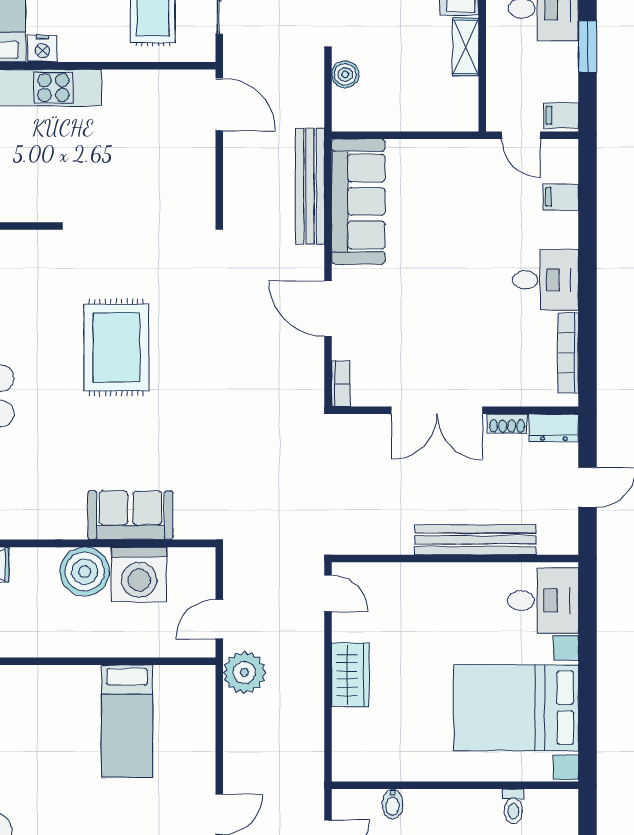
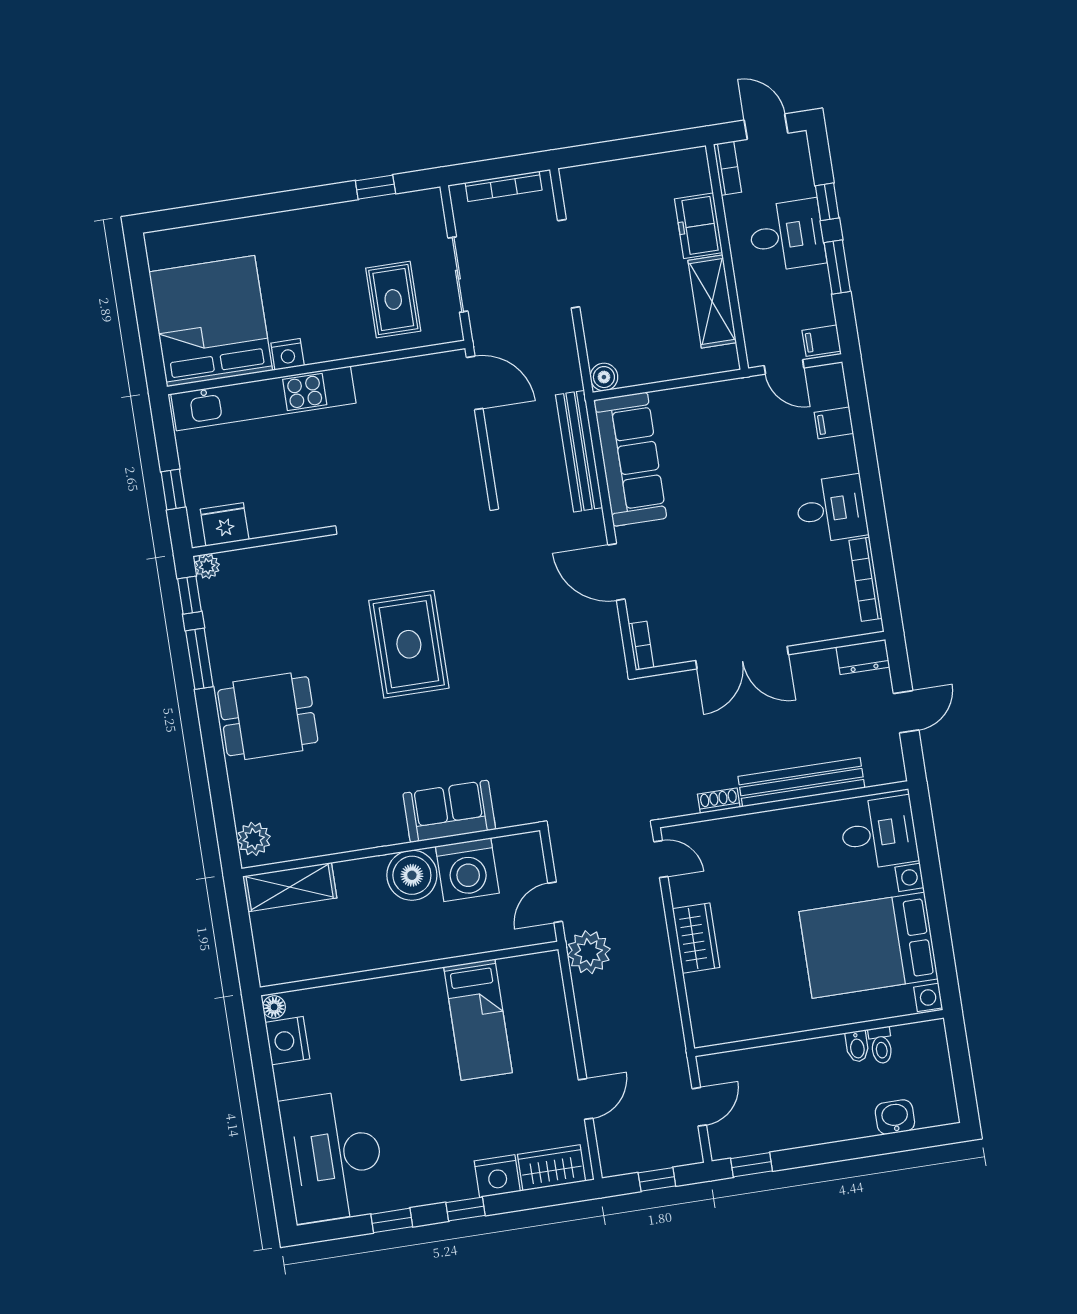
shelving: (466, 47) -> (712, 302), width x1.50, depth x1.33
boiler: (345, 74) -> (604, 377), moved
shoe rack: (507, 424) -> (719, 801), moved, turned 180
bidet: (393, 804) -> (857, 1046), moved

